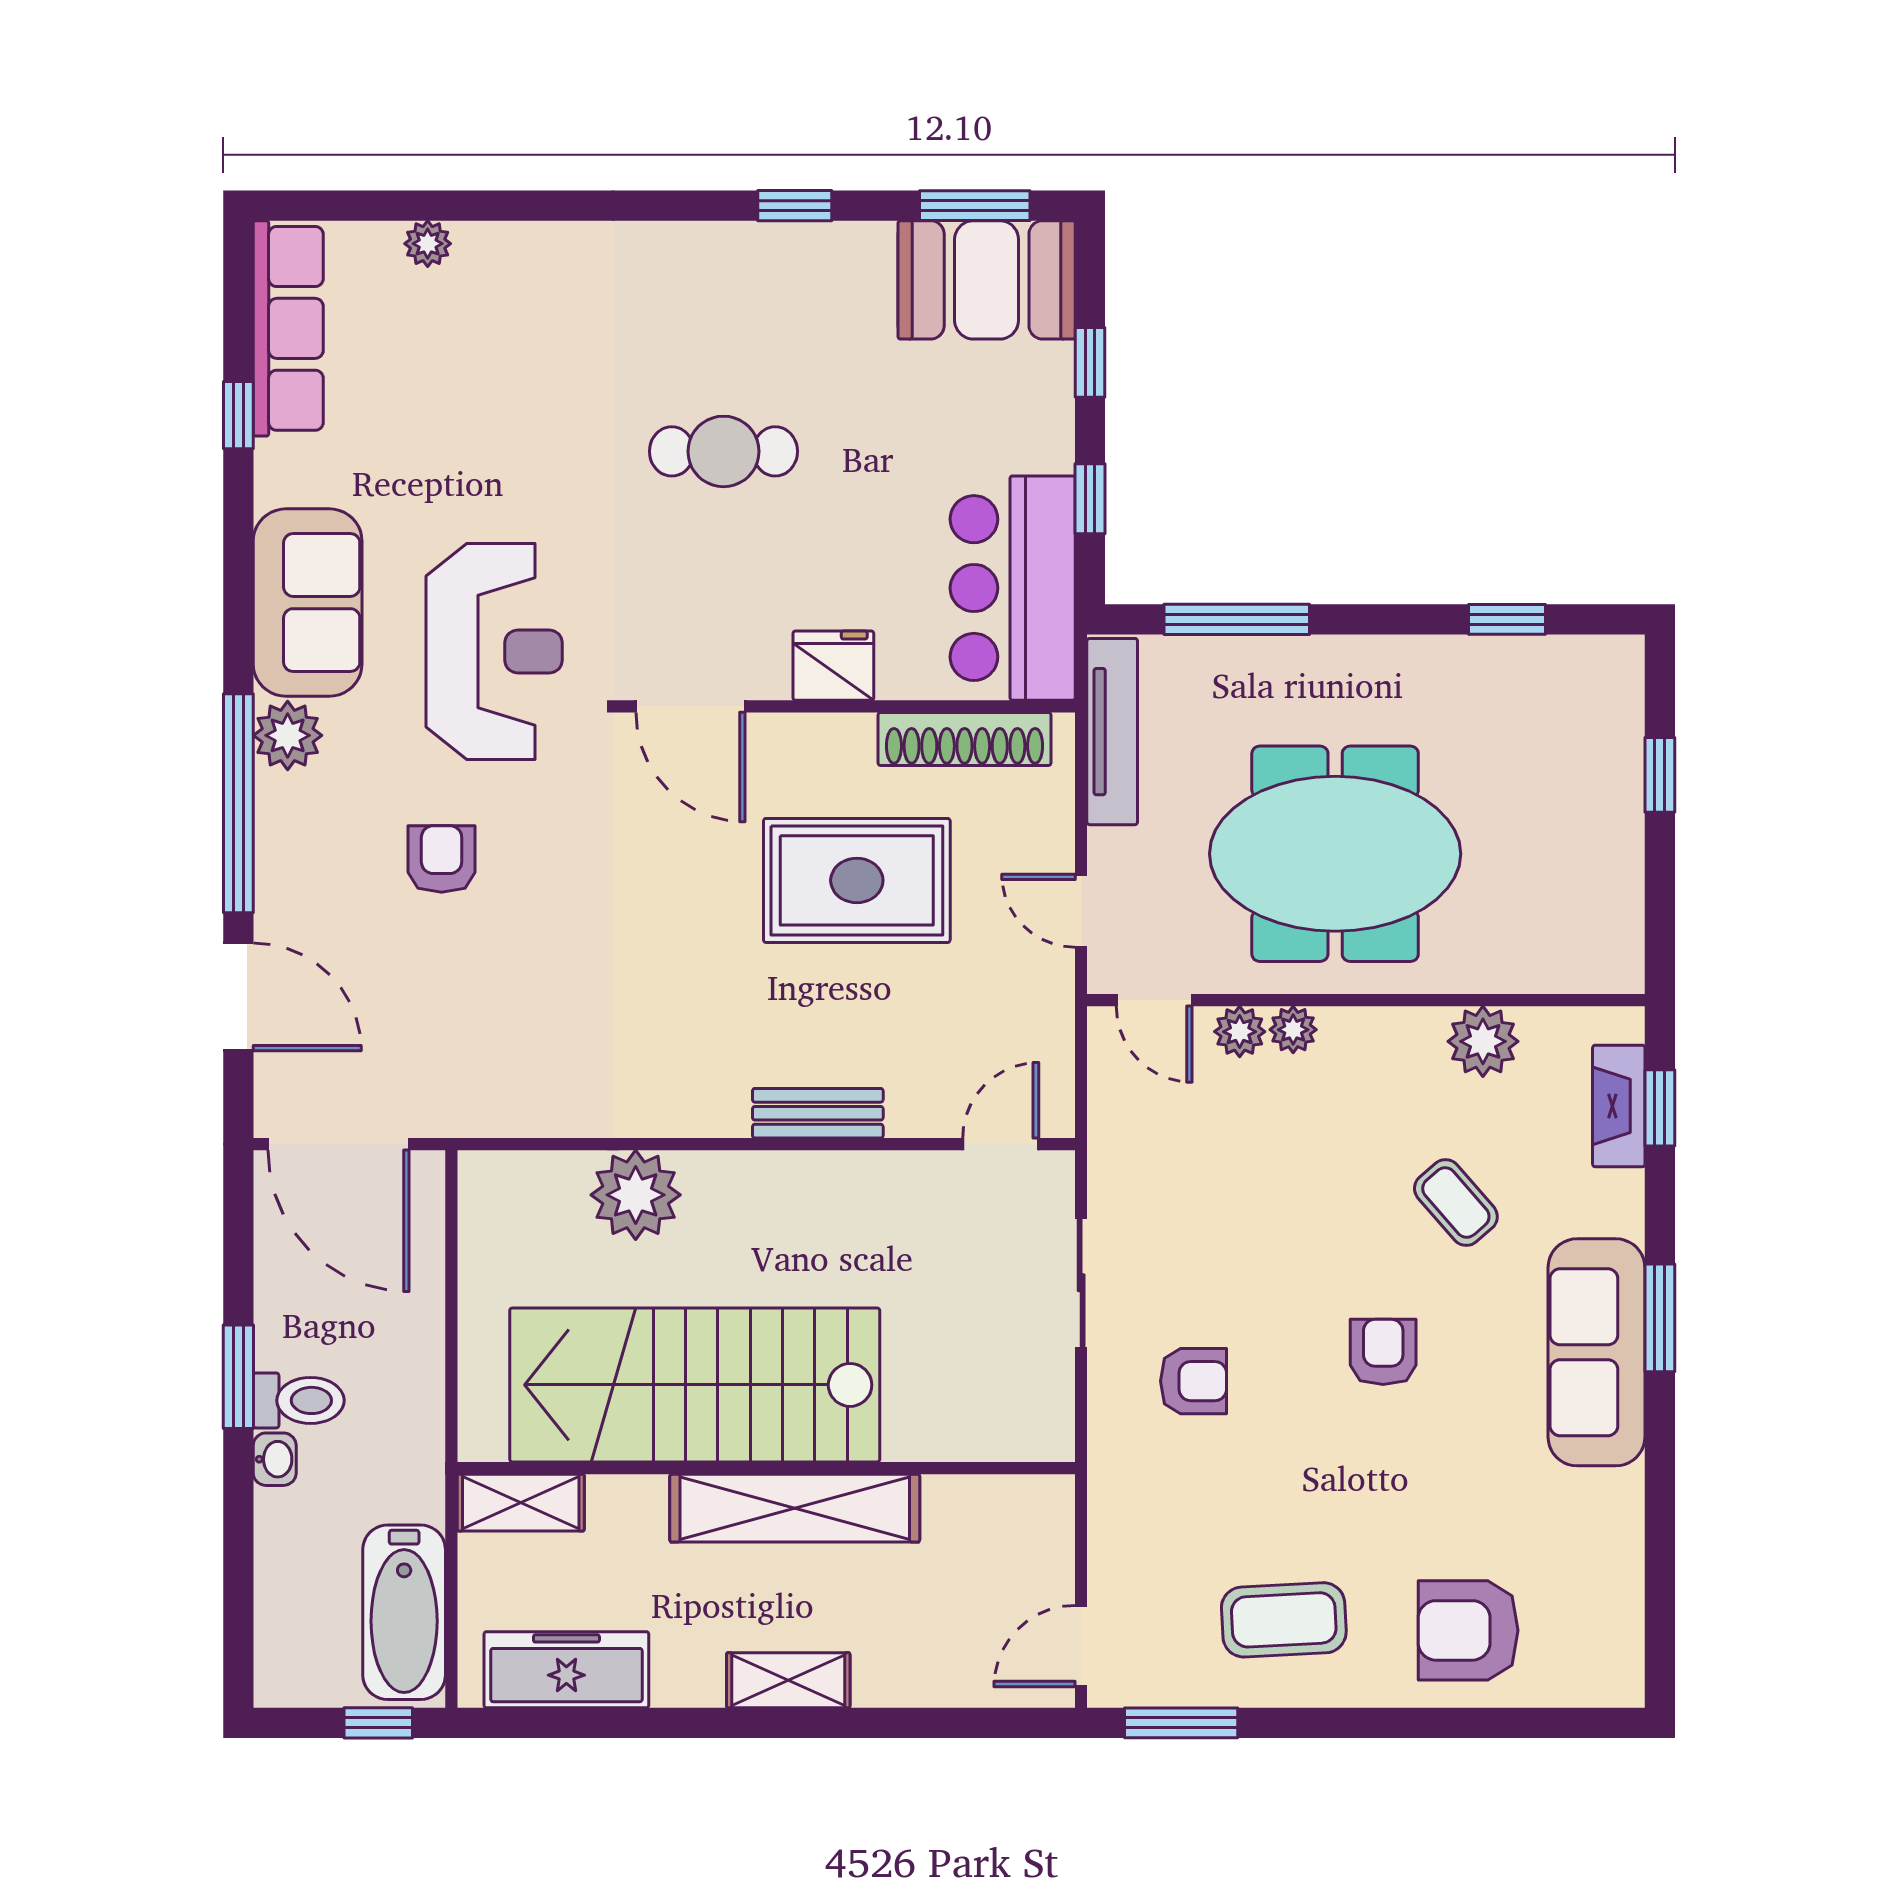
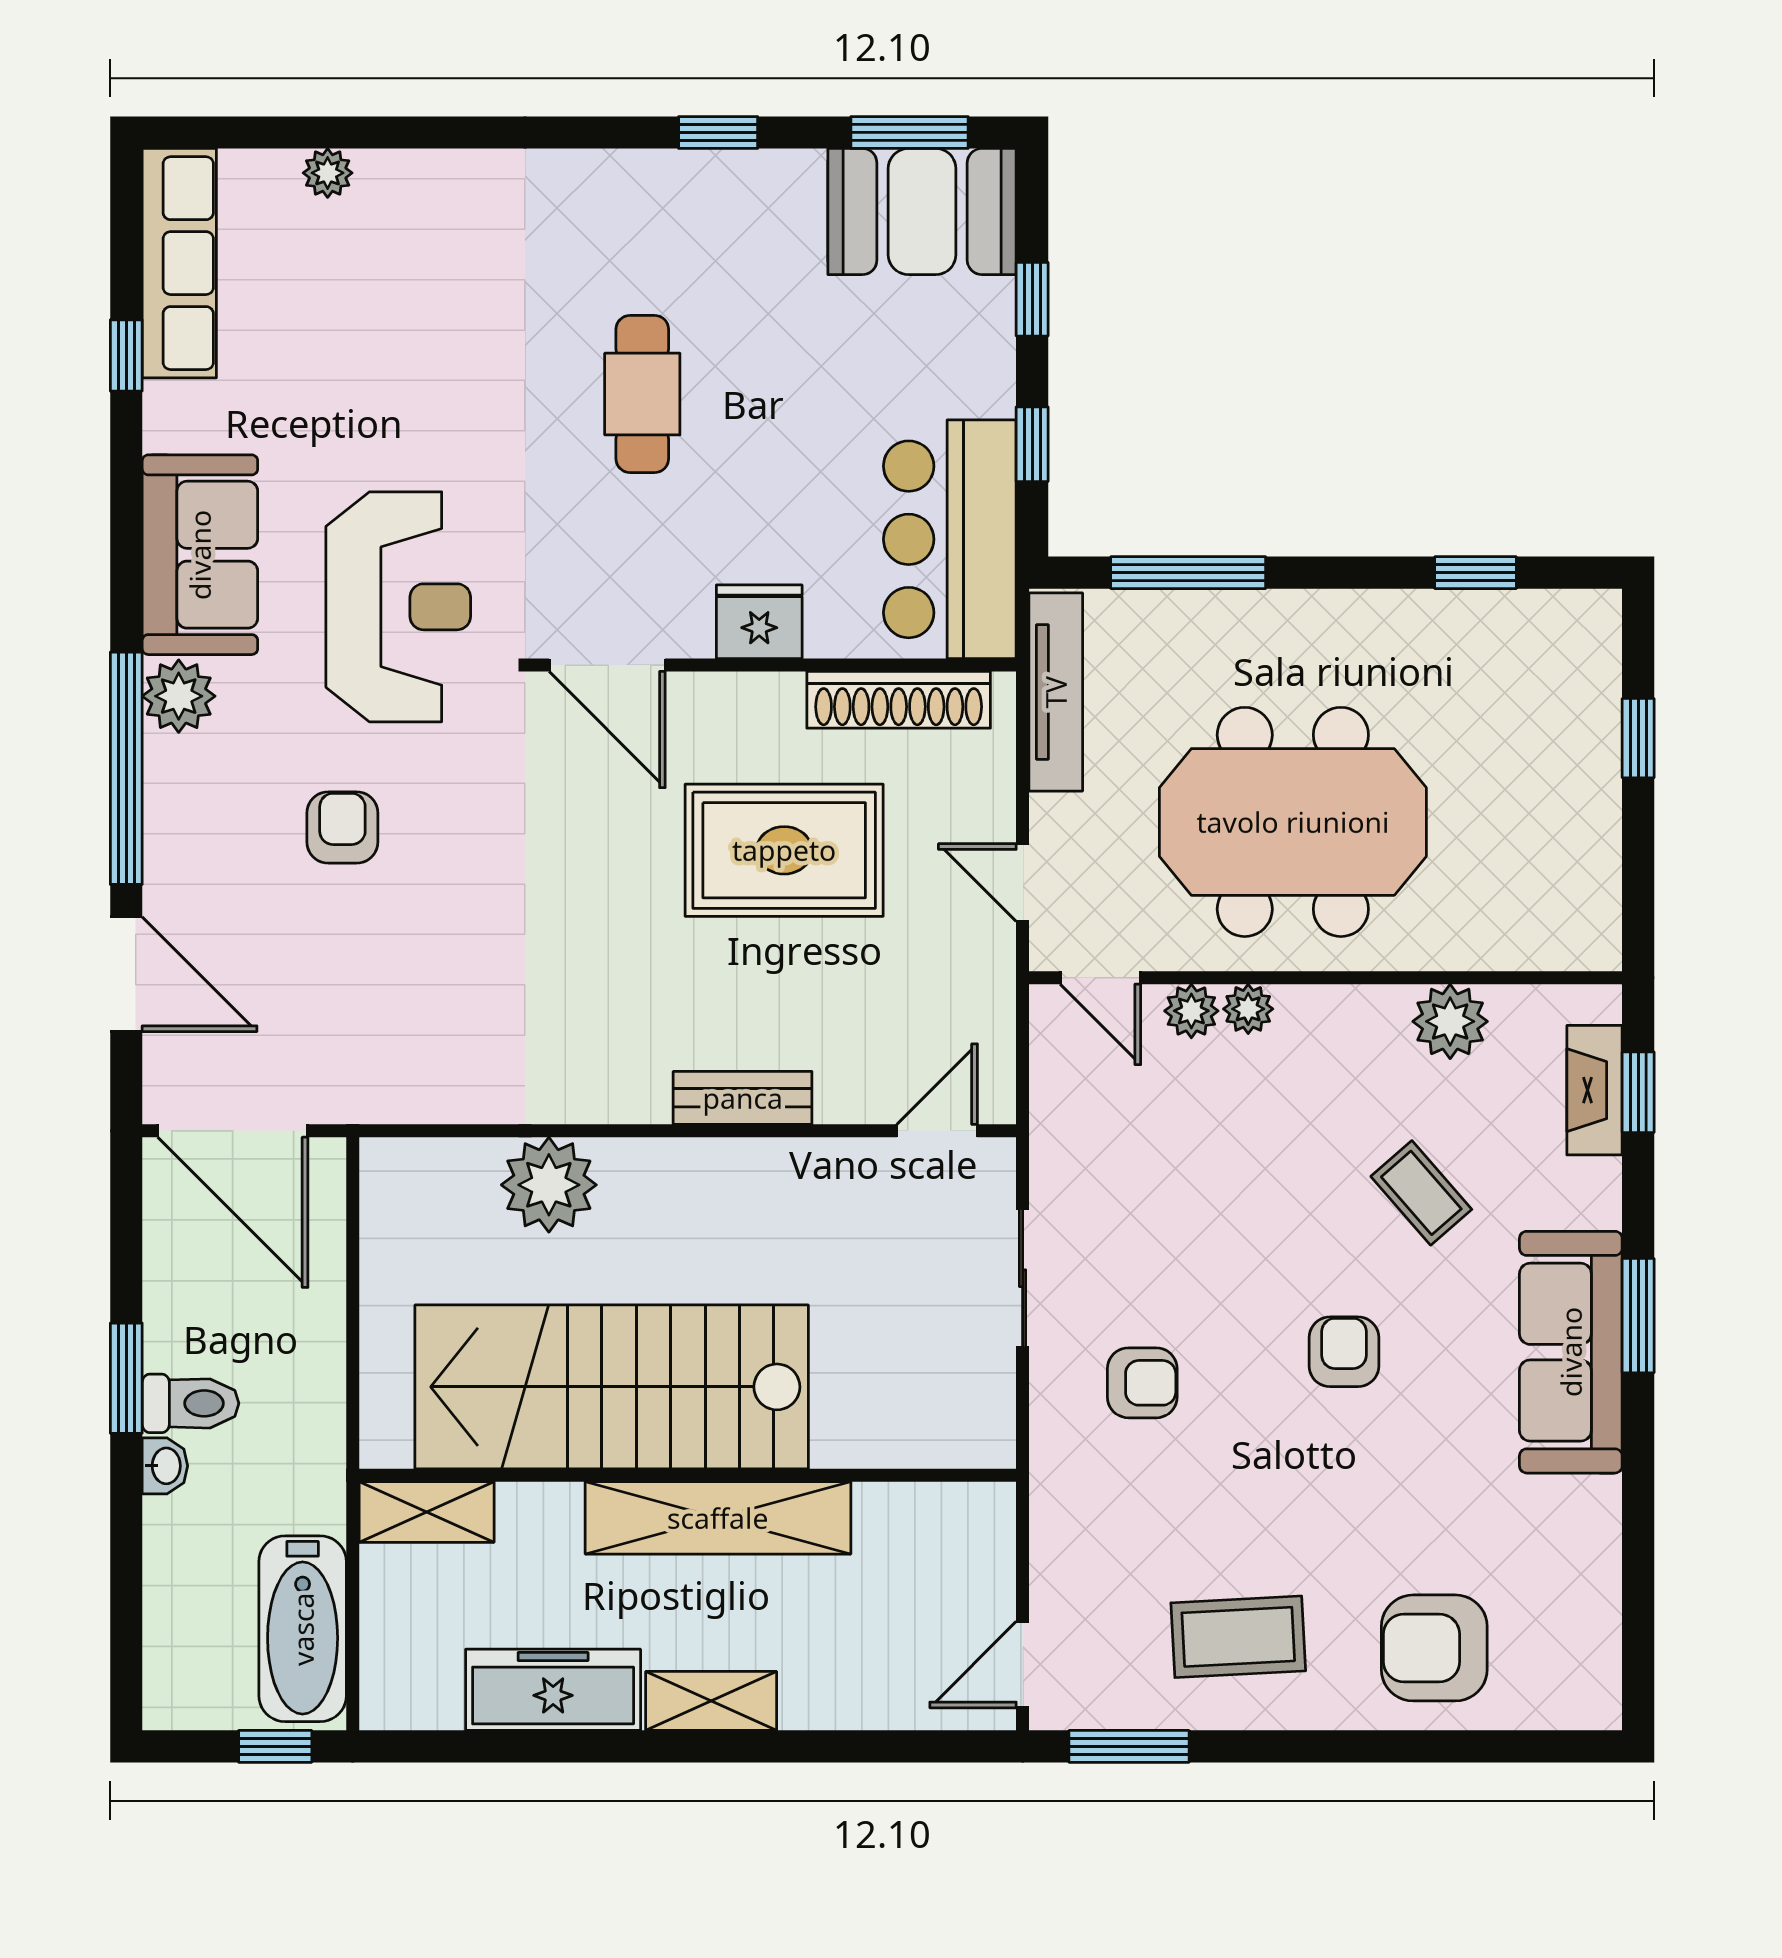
cafe table: (723, 451) -> (642, 394), turned 90
freezer: (566, 1670) -> (553, 1690), moved

